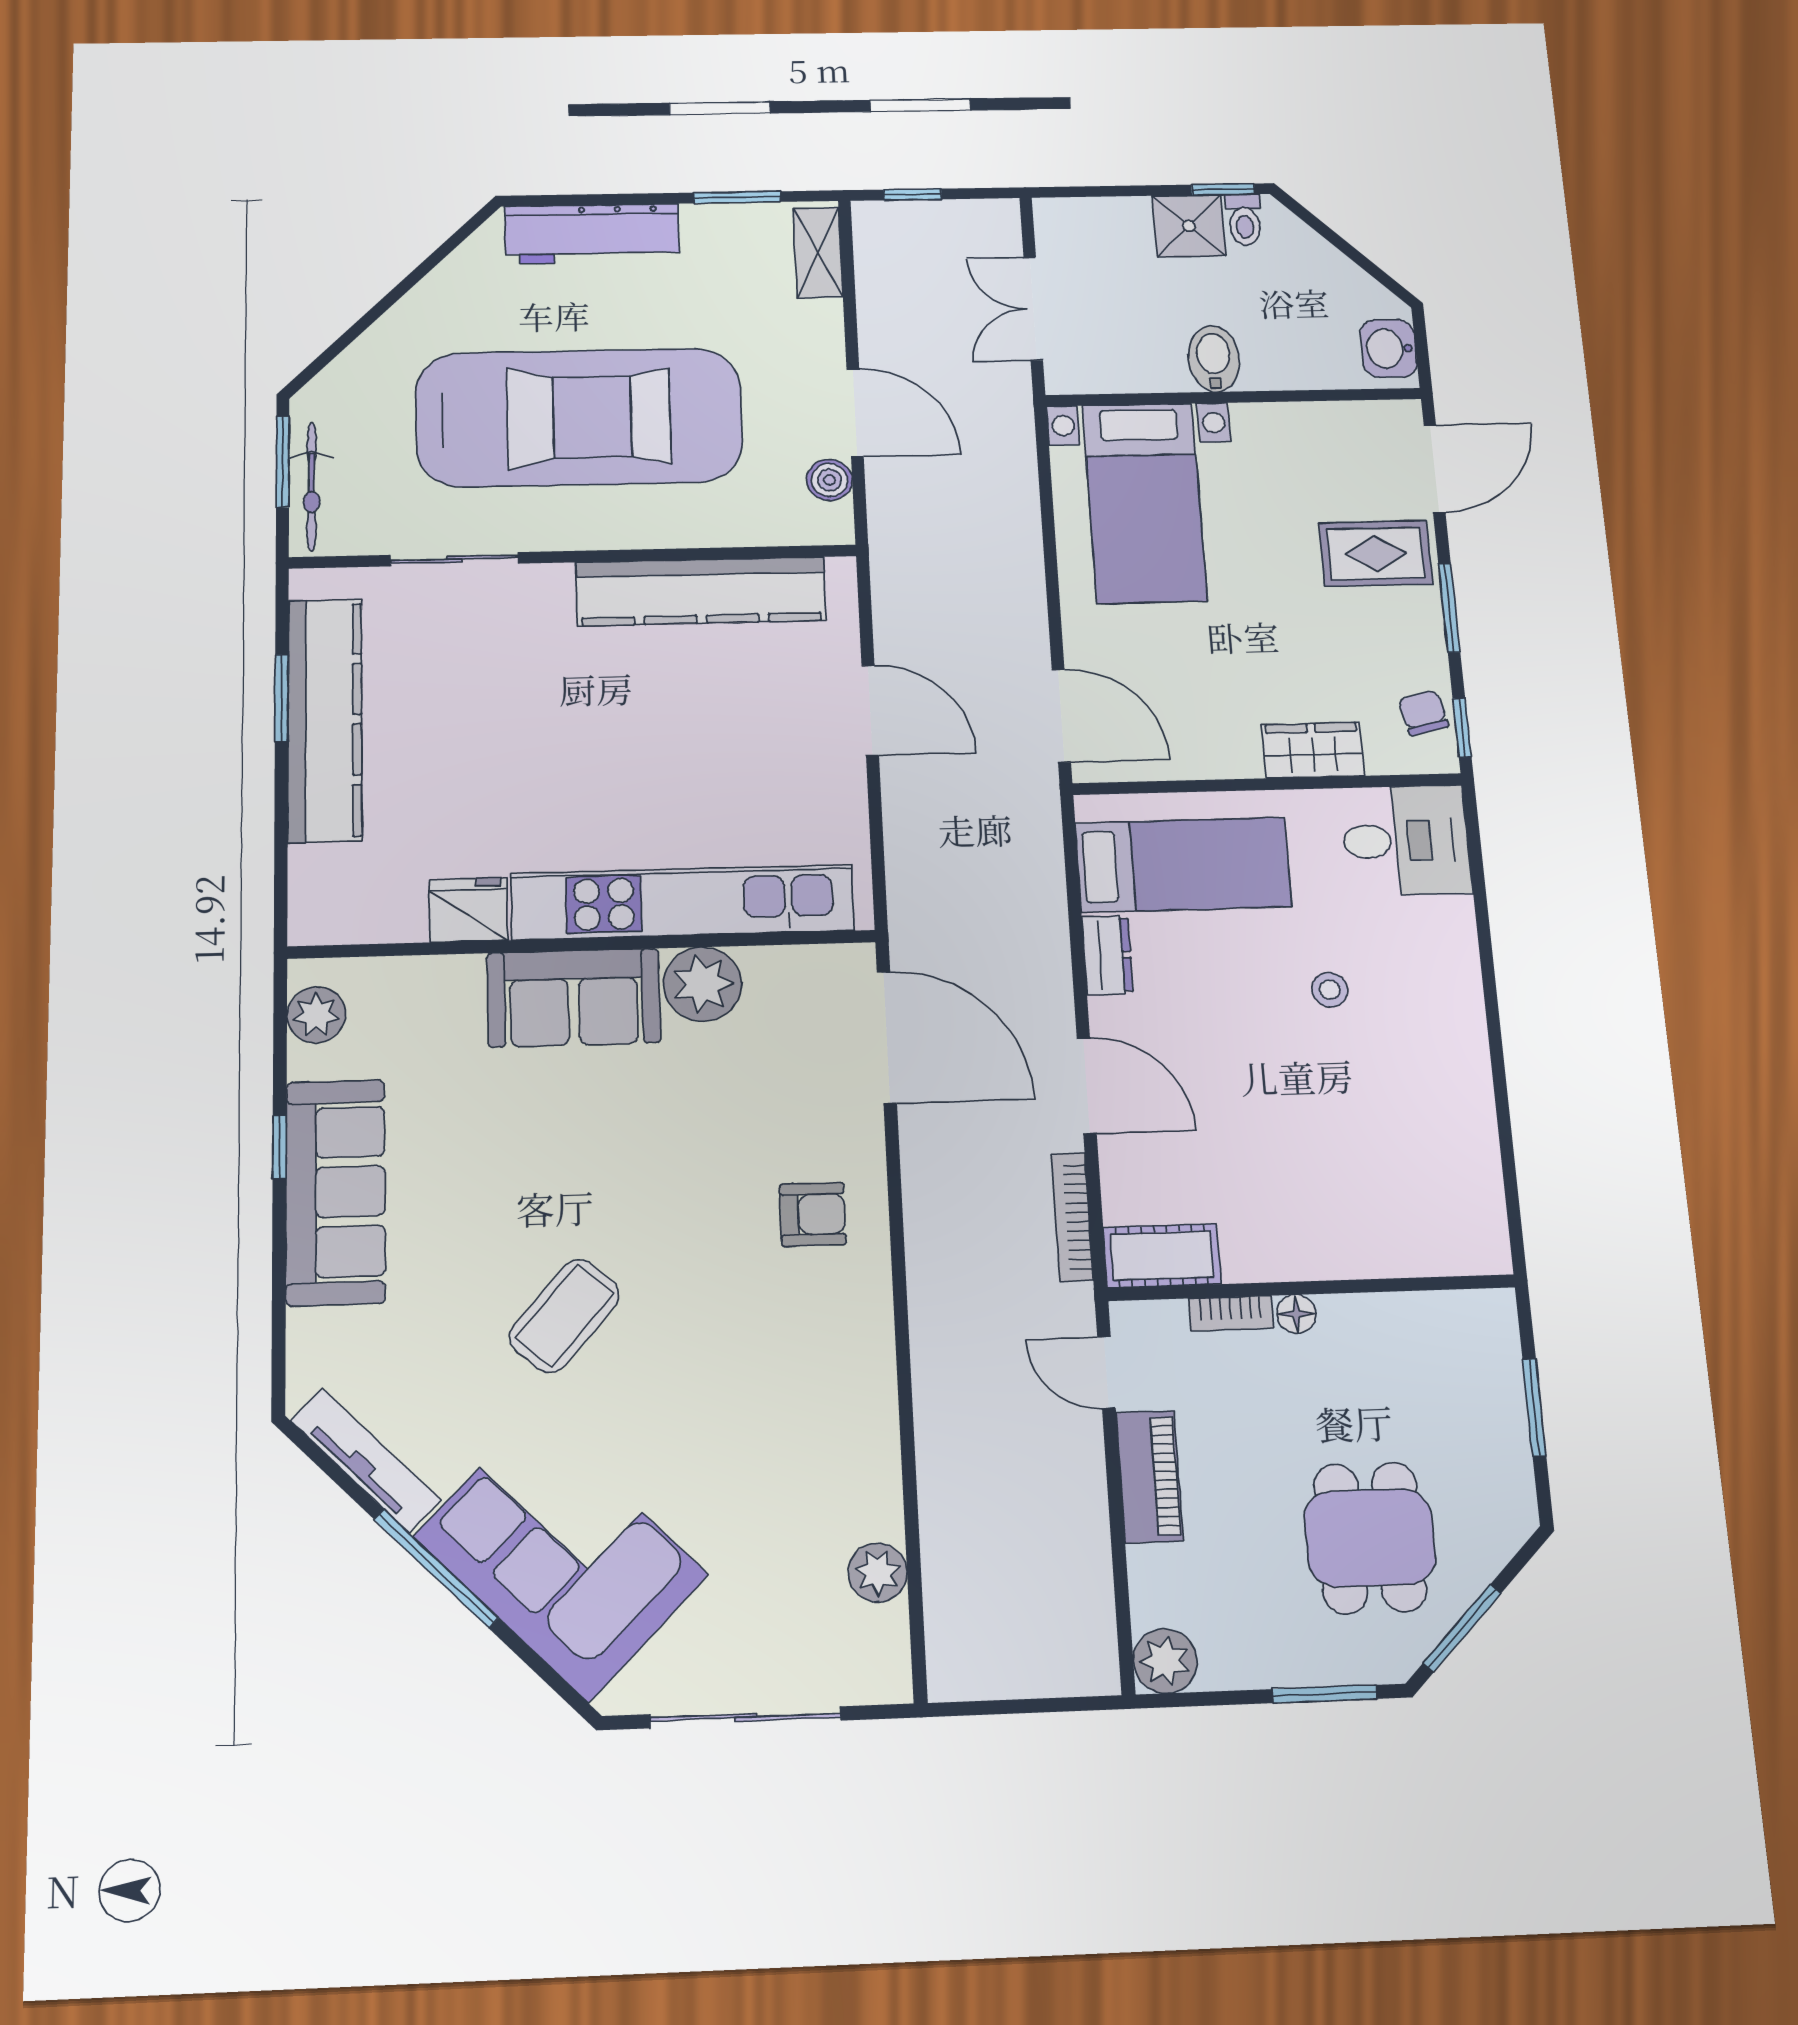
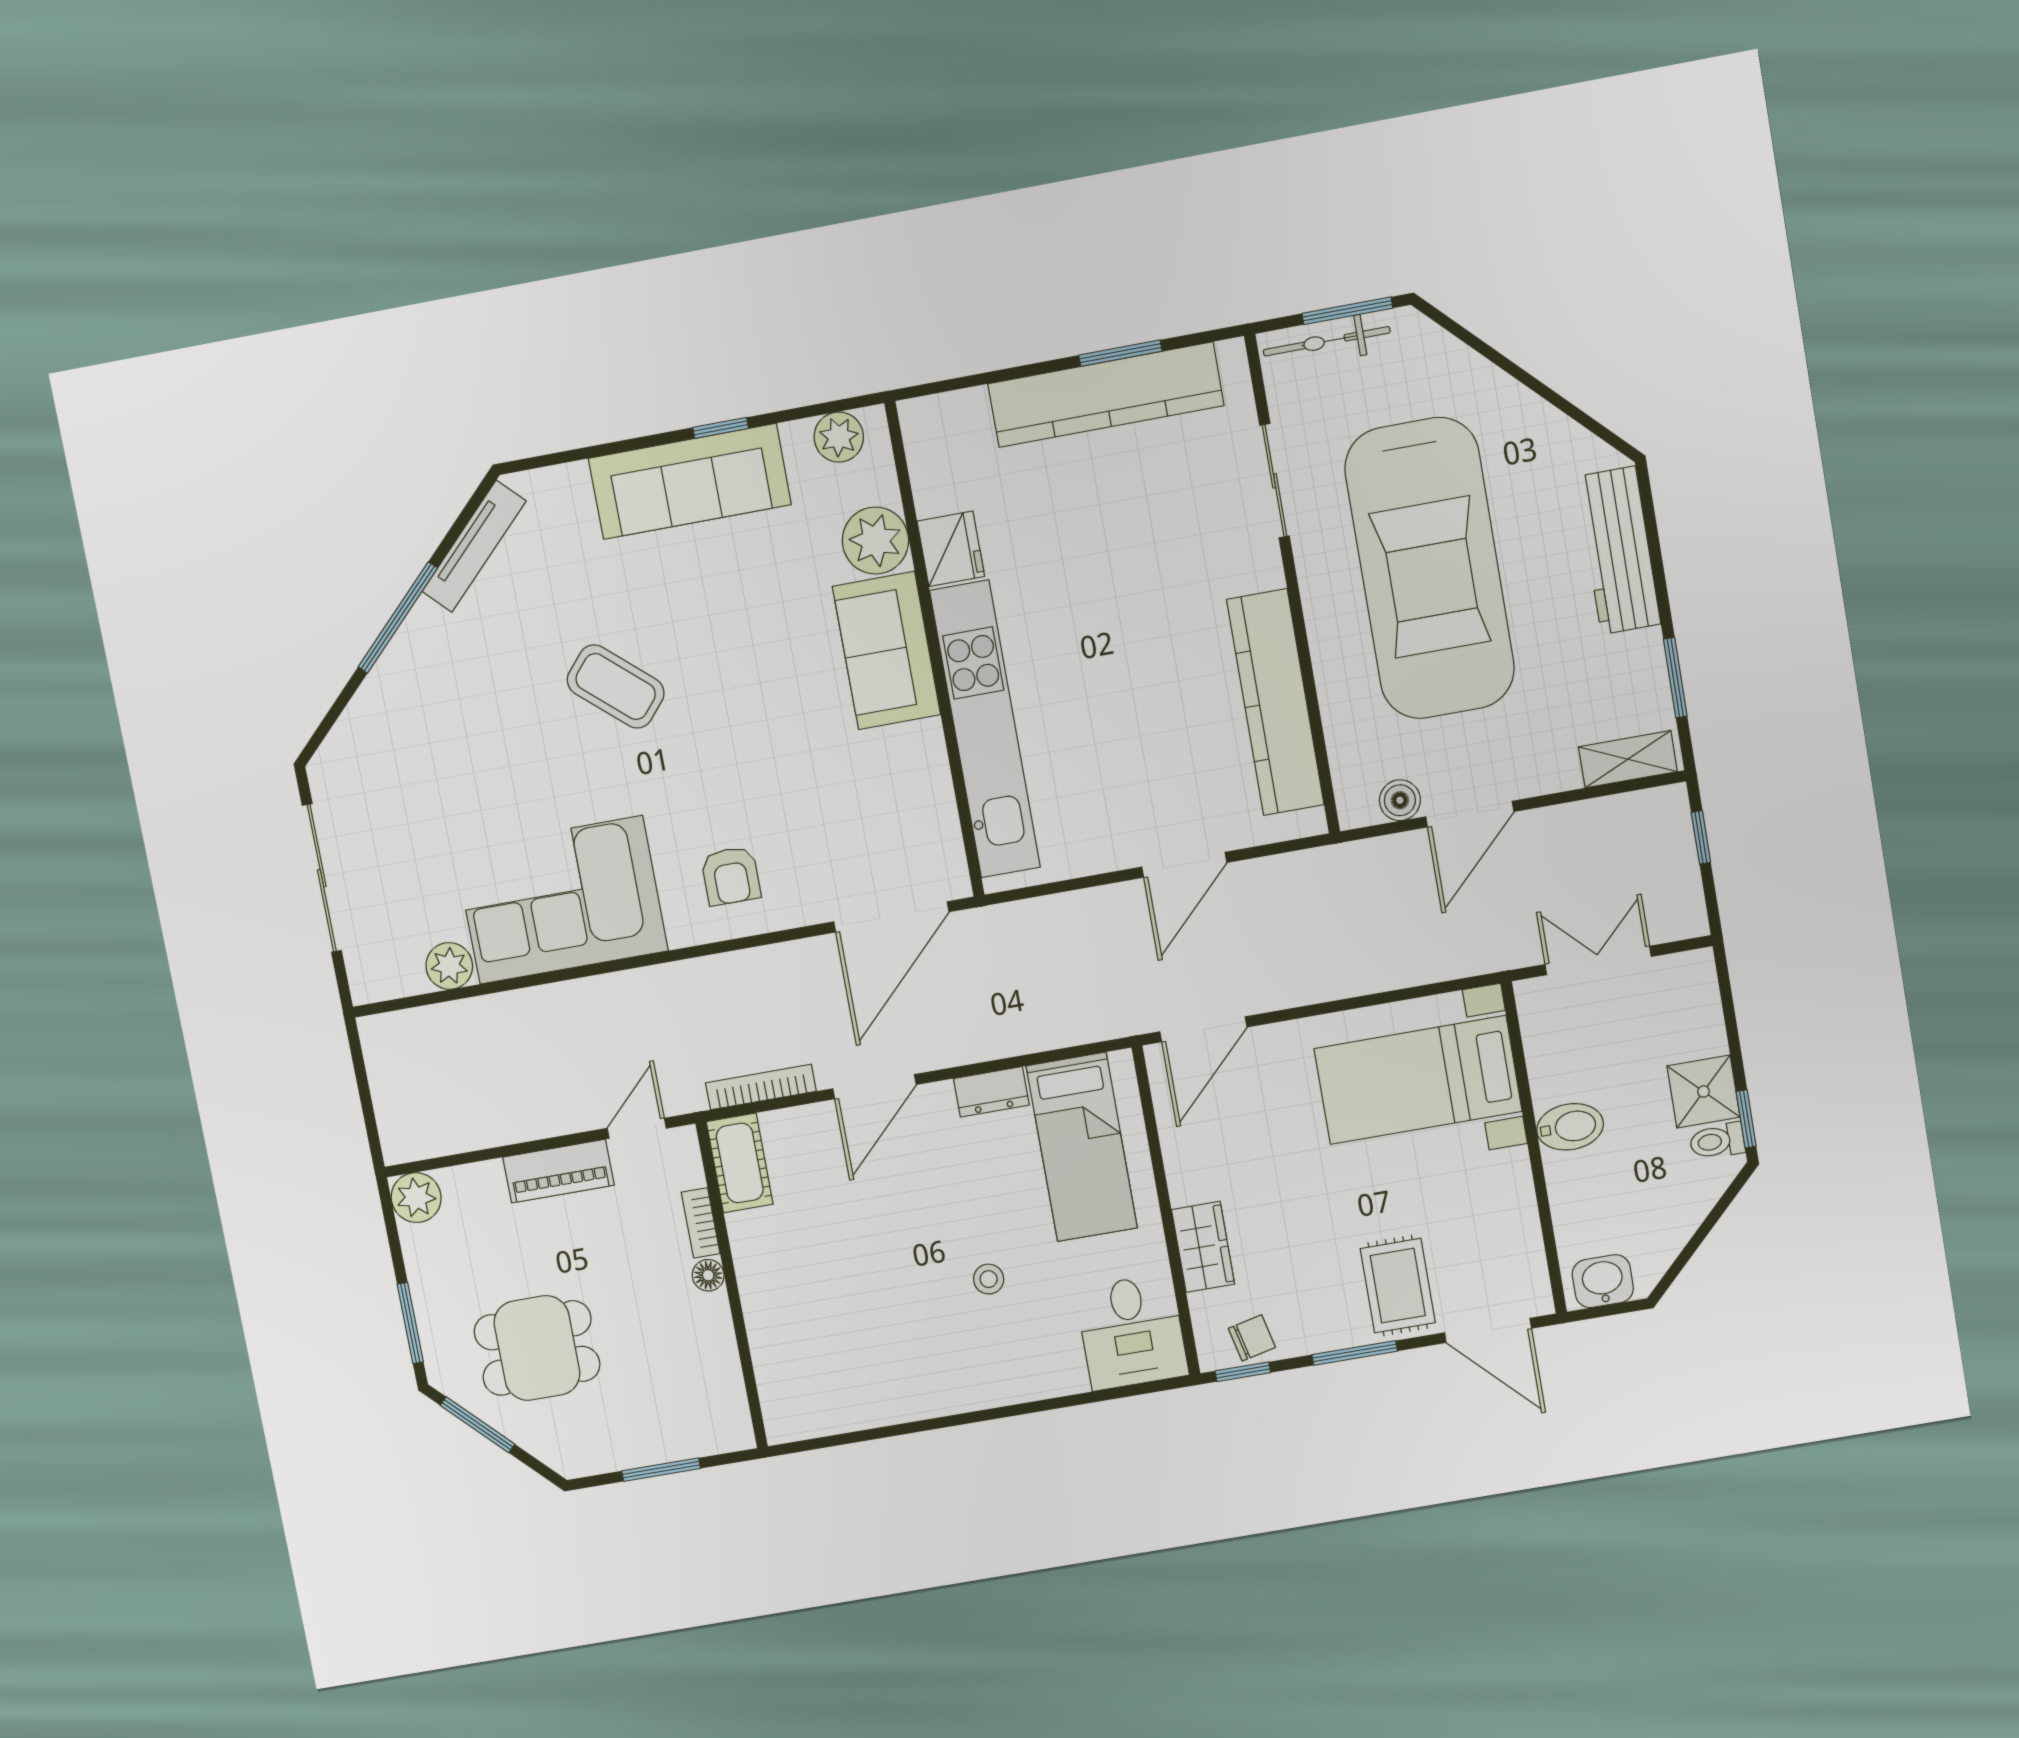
plant: (703, 984) -> (875, 541), moved
corner sofa: (561, 1556) -> (561, 900), moved, turned -135

